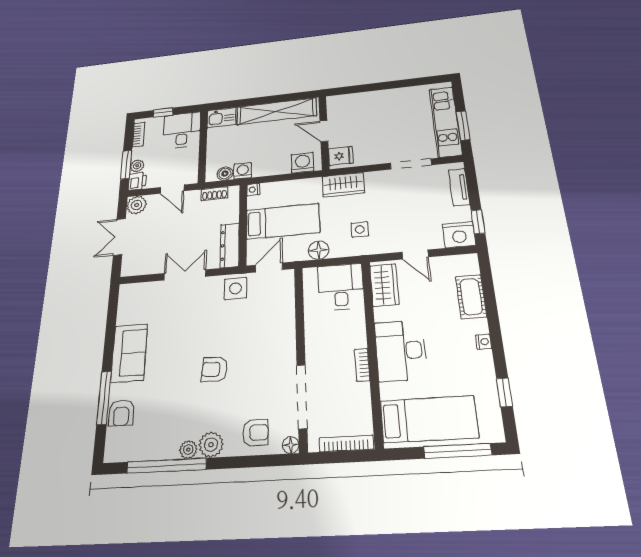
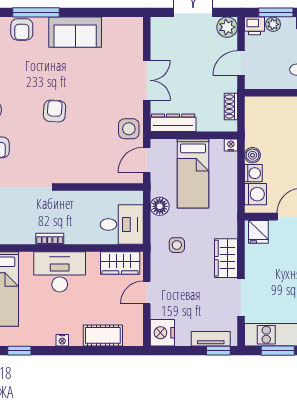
washing machine: (243, 171) -> (253, 173), moved
boiler: (225, 174) -> (252, 155), moved
wardrobe: (343, 185) -> (226, 258), moved
window: (478, 222) -> (218, 351), moved
door: (269, 267) -> (147, 160), swing flipped
armchair: (121, 413) -> (22, 29), turned -90

